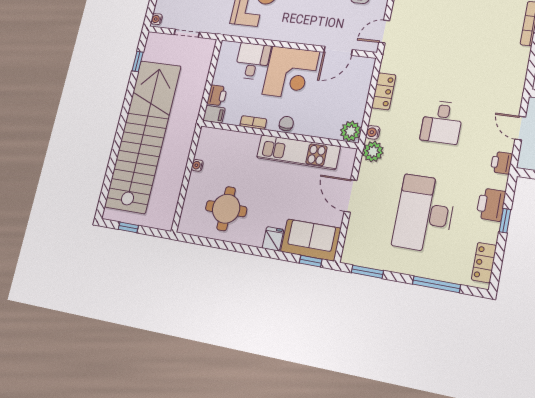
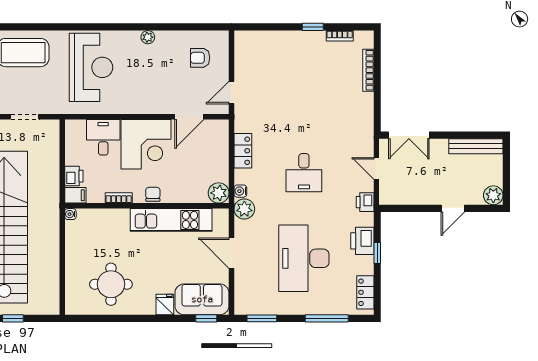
water cooler: (197, 165) -> (70, 214), moved

